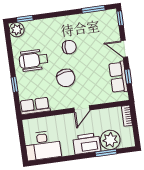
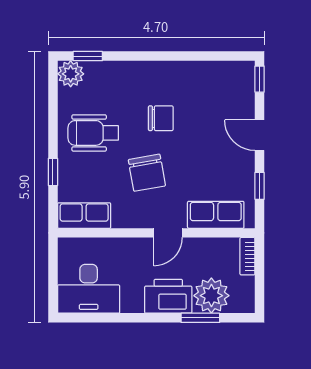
window: (93, 9) -> (214, 56), removed
row of seats: (118, 77) -> (216, 215), moved, turned 90

